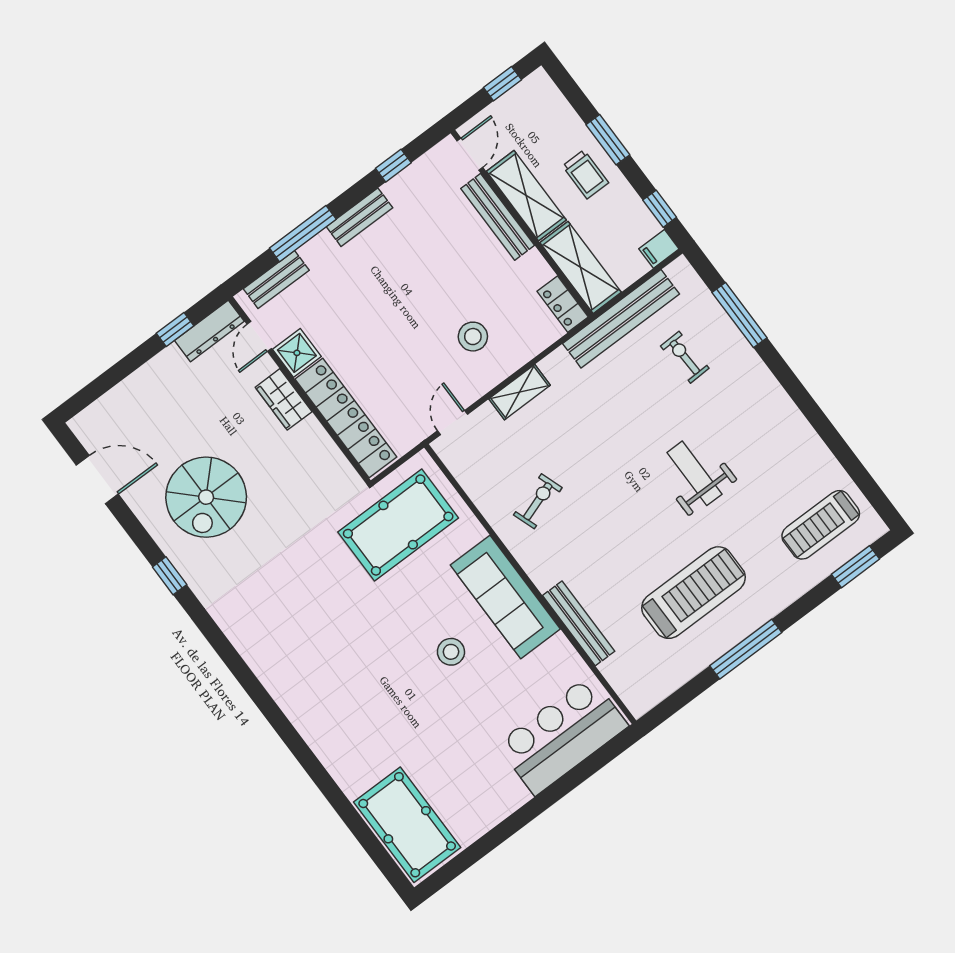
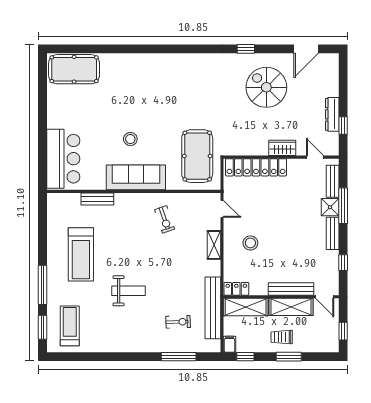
dresser: (209, 331) -> (332, 114), moved
shower: (297, 353) -> (330, 207), moved
bench: (579, 623) -> (97, 199), width x0.73
window: (746, 649) -> (42, 285), moved

